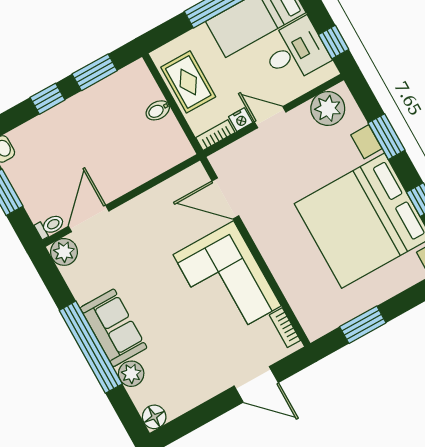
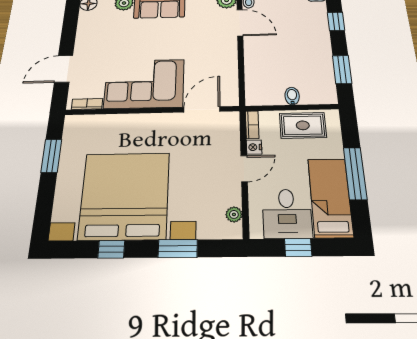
window: (334, 42) -> (298, 247), moved
window: (47, 99) -> (336, 21), moved
plant: (328, 108) -> (234, 214), width x0.53, depth x0.53

